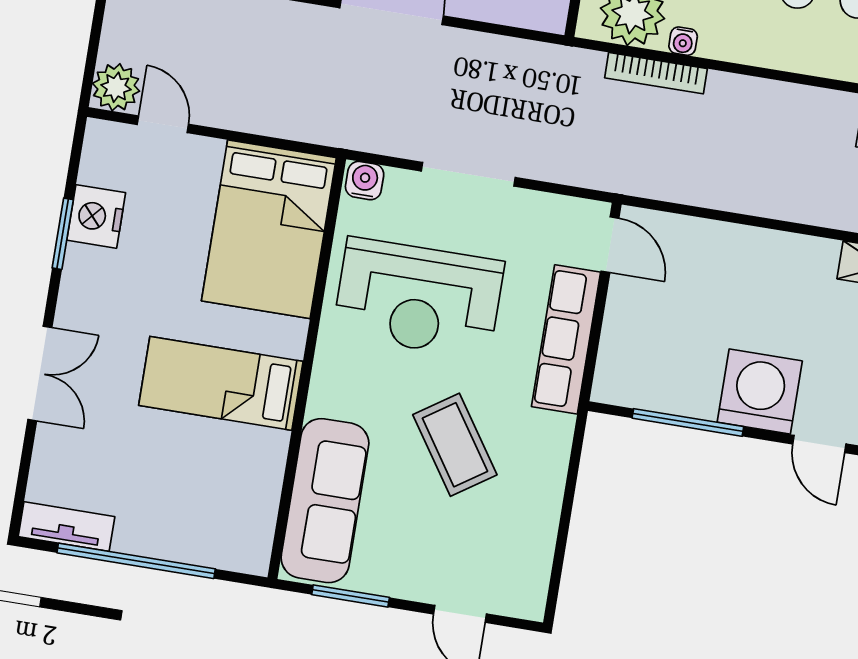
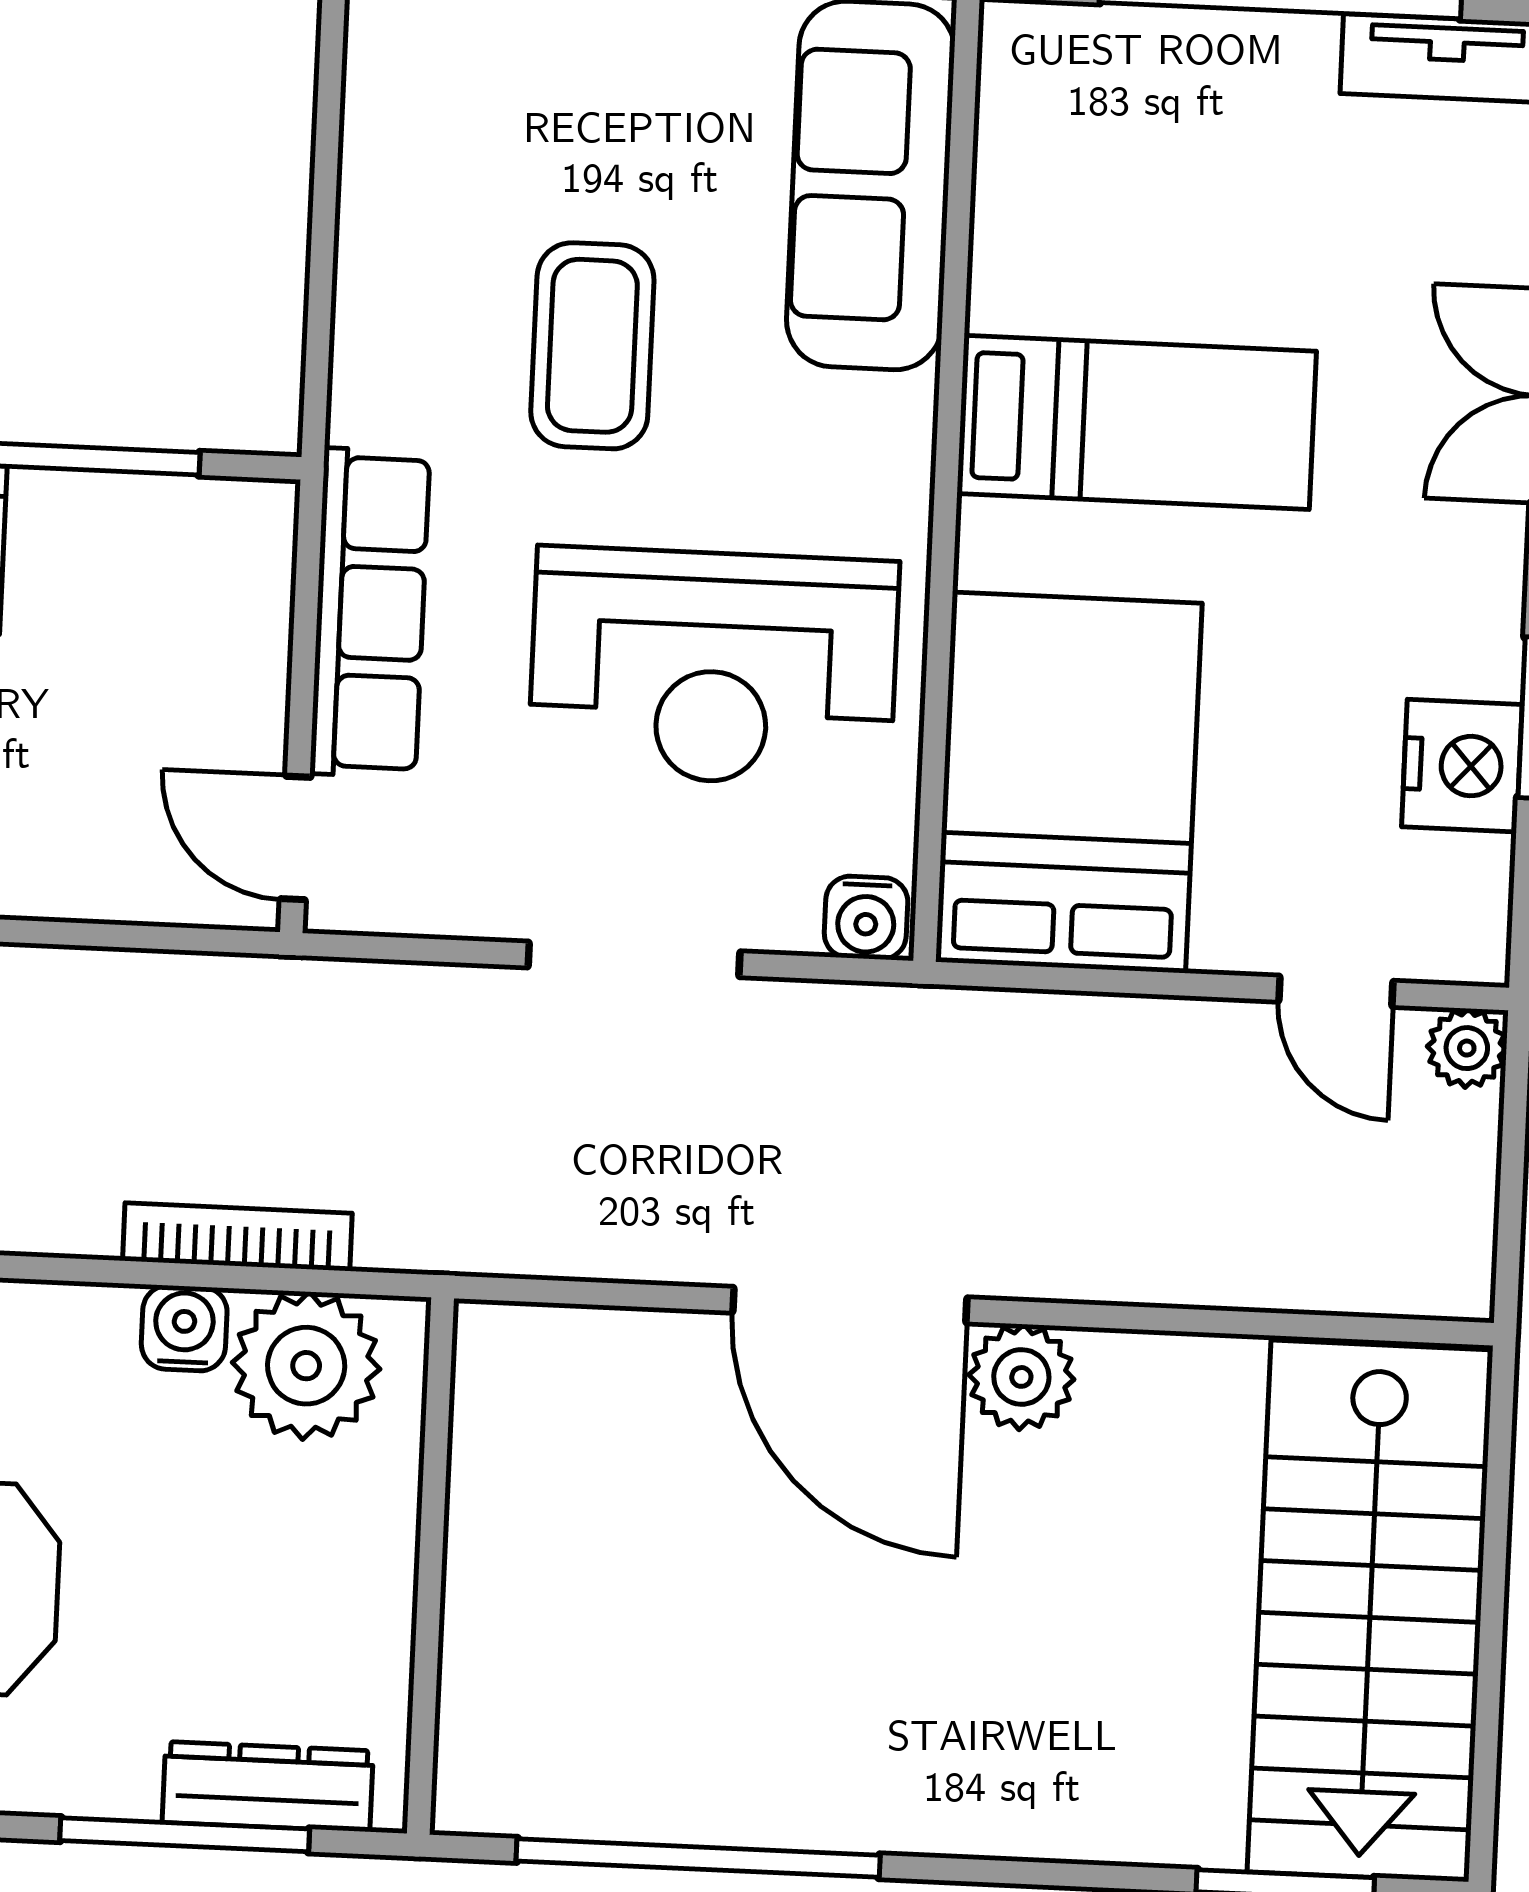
water cooler: (683, 41) -> (184, 1328), width x1.38, depth x1.38
plant: (116, 87) -> (1467, 1048), width x0.73, depth x0.73
reception desk: (418, 298) -> (714, 667), turned 180
coffee table: (455, 445) -> (592, 346), turned 34

